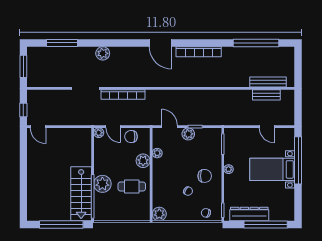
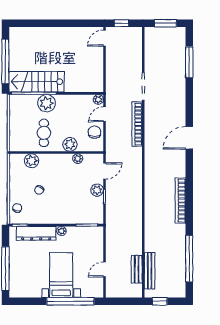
door: (160, 43) -> (189, 138), moved
plant: (103, 53) -> (179, 103), removed
window: (298, 72) -> (160, 301), added
chair: (205, 176) -> (55, 207), removed
plant: (159, 214) -> (32, 161), moved
dresser: (249, 214) -> (36, 233), moved, turned 90

